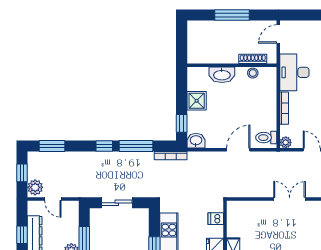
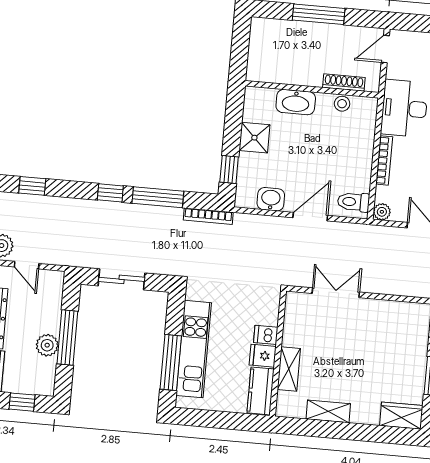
washbasin: (196, 141) -> (271, 199), moved
window: (52, 146) -> (32, 186), width x0.67
double door: (290, 199) -> (336, 293), moved
dishwasher: (216, 219) -> (266, 335), moved

